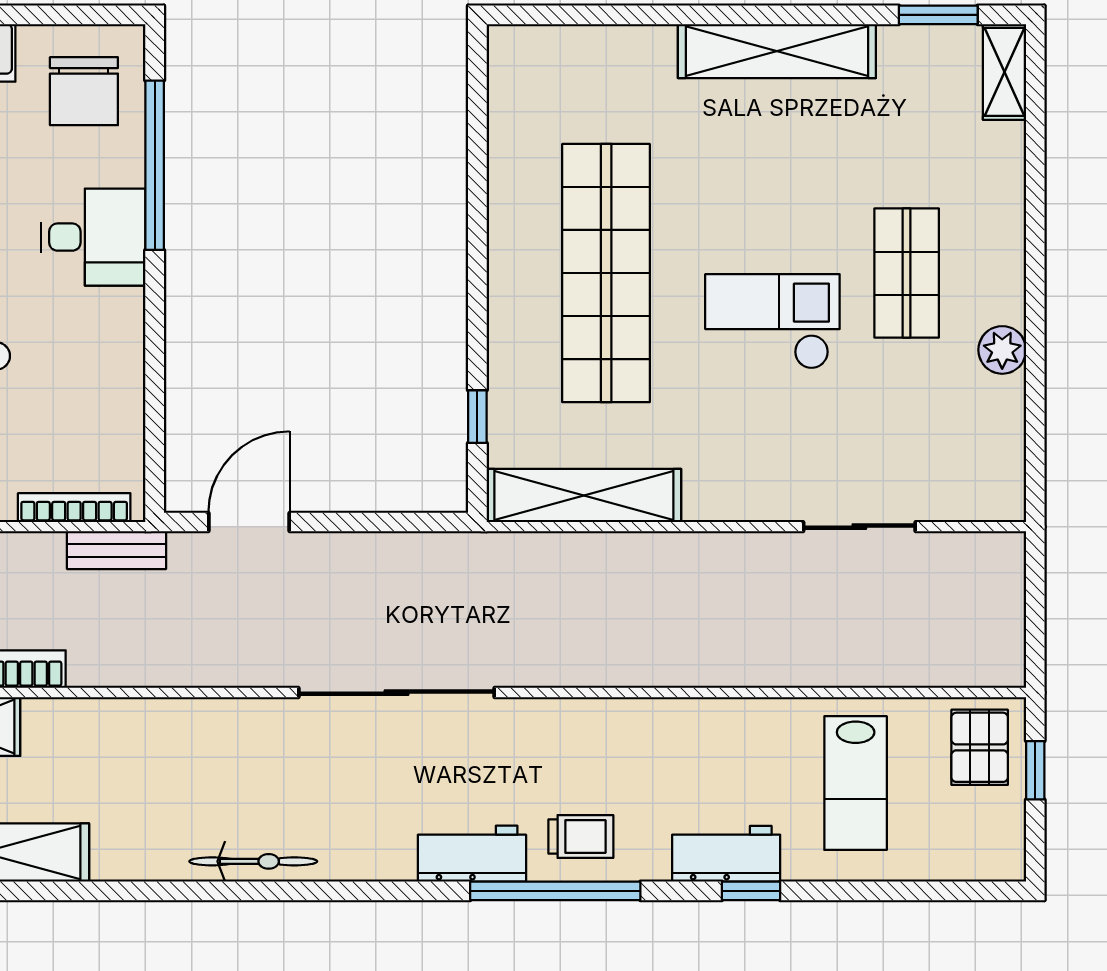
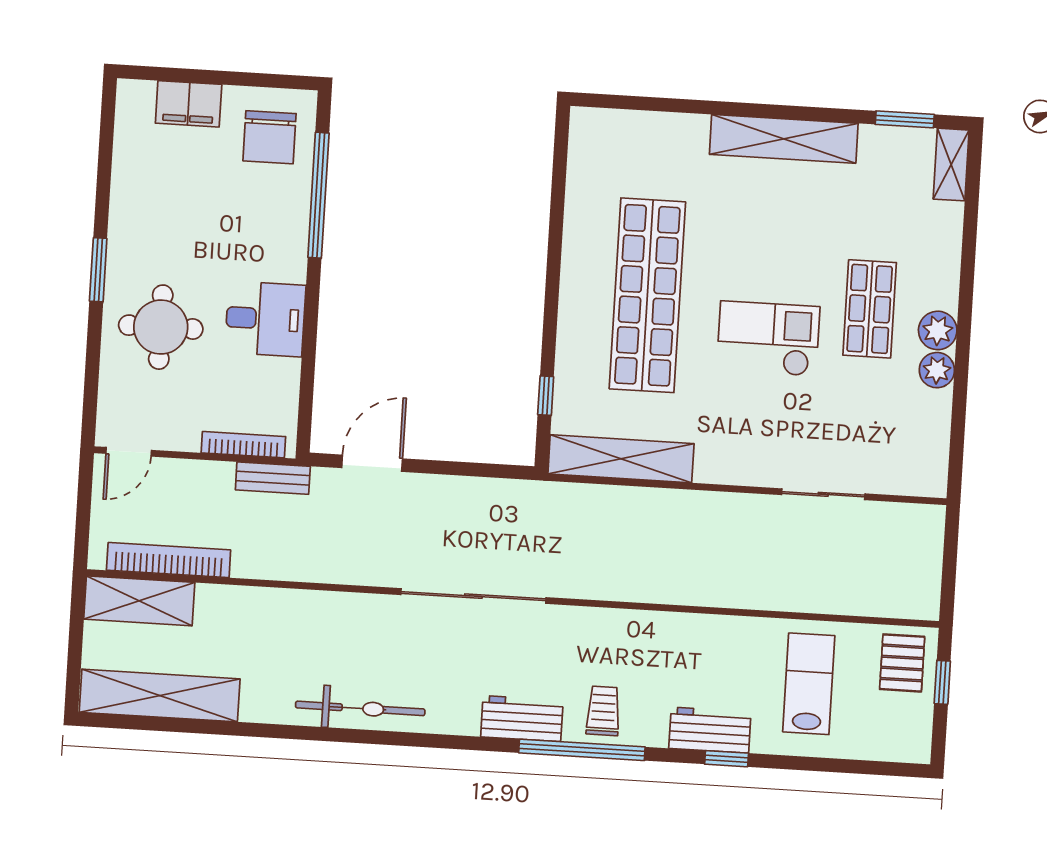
desk: (93, 237) -> (265, 319), moved
plant: (1000, 296) -> (938, 330), added
lab bench: (856, 783) -> (809, 684), turned 180
trolley: (581, 837) -> (603, 711), turned -90
bicycle: (253, 861) -> (360, 708), width x1.37, depth x1.40

